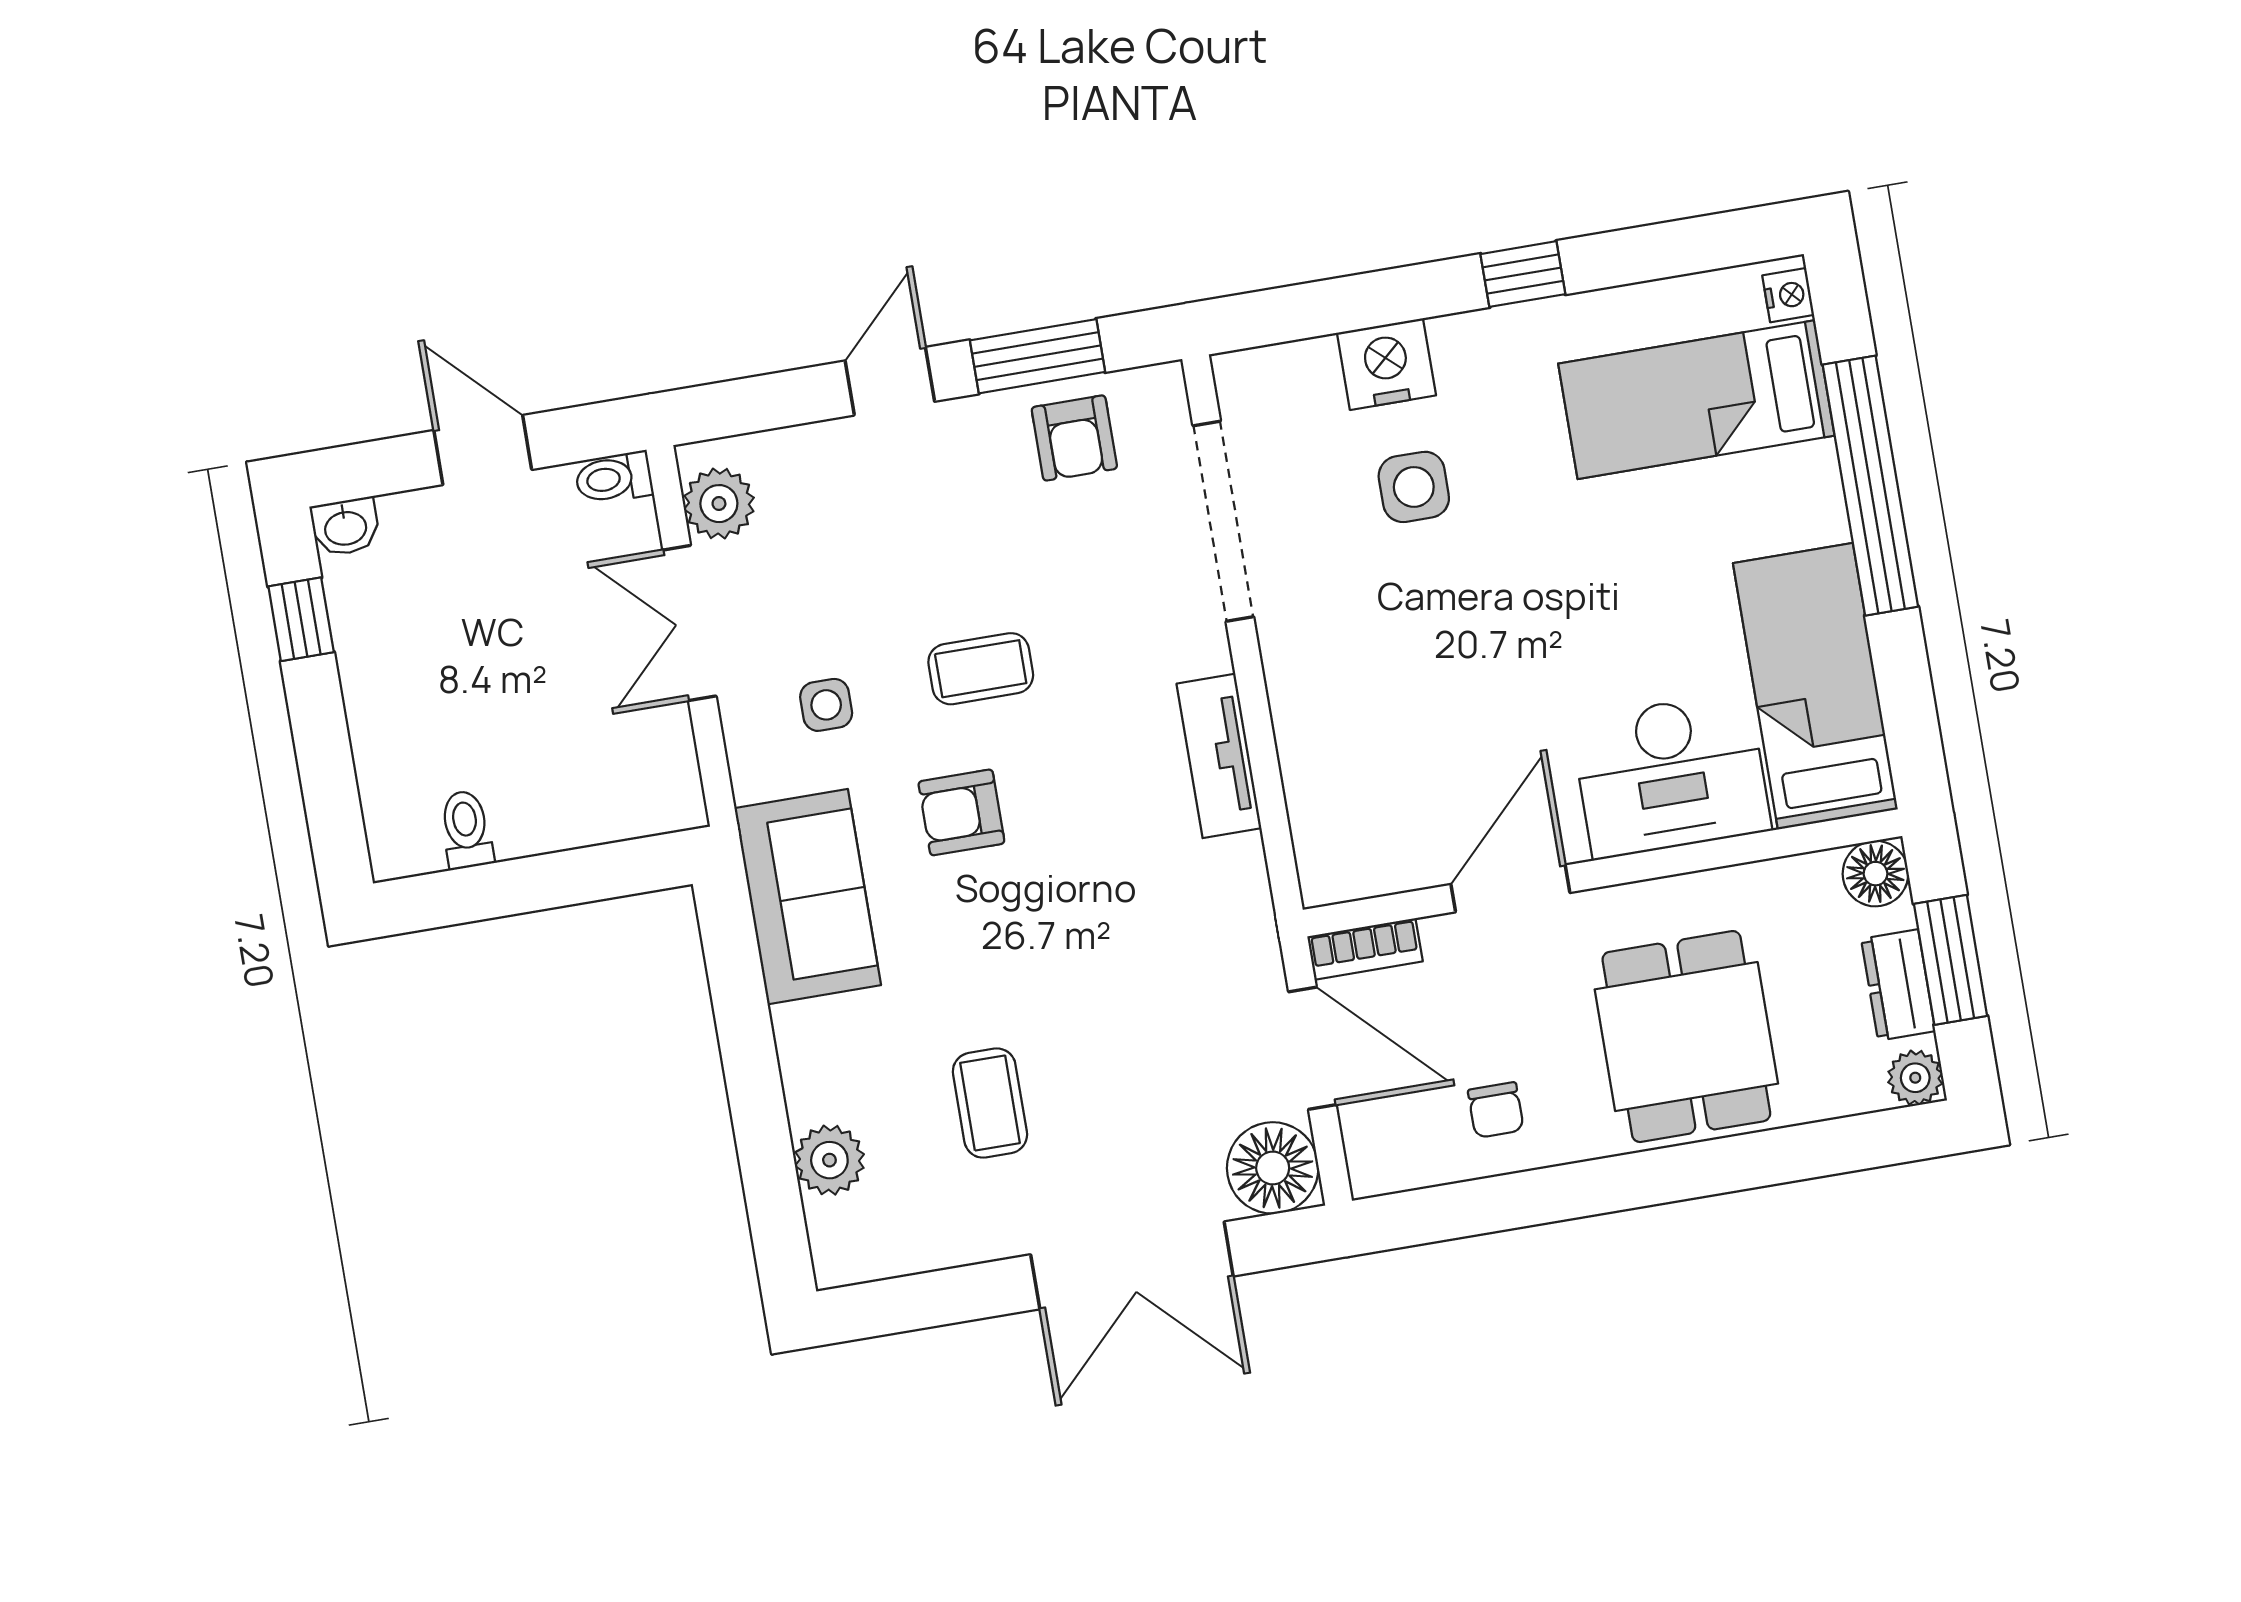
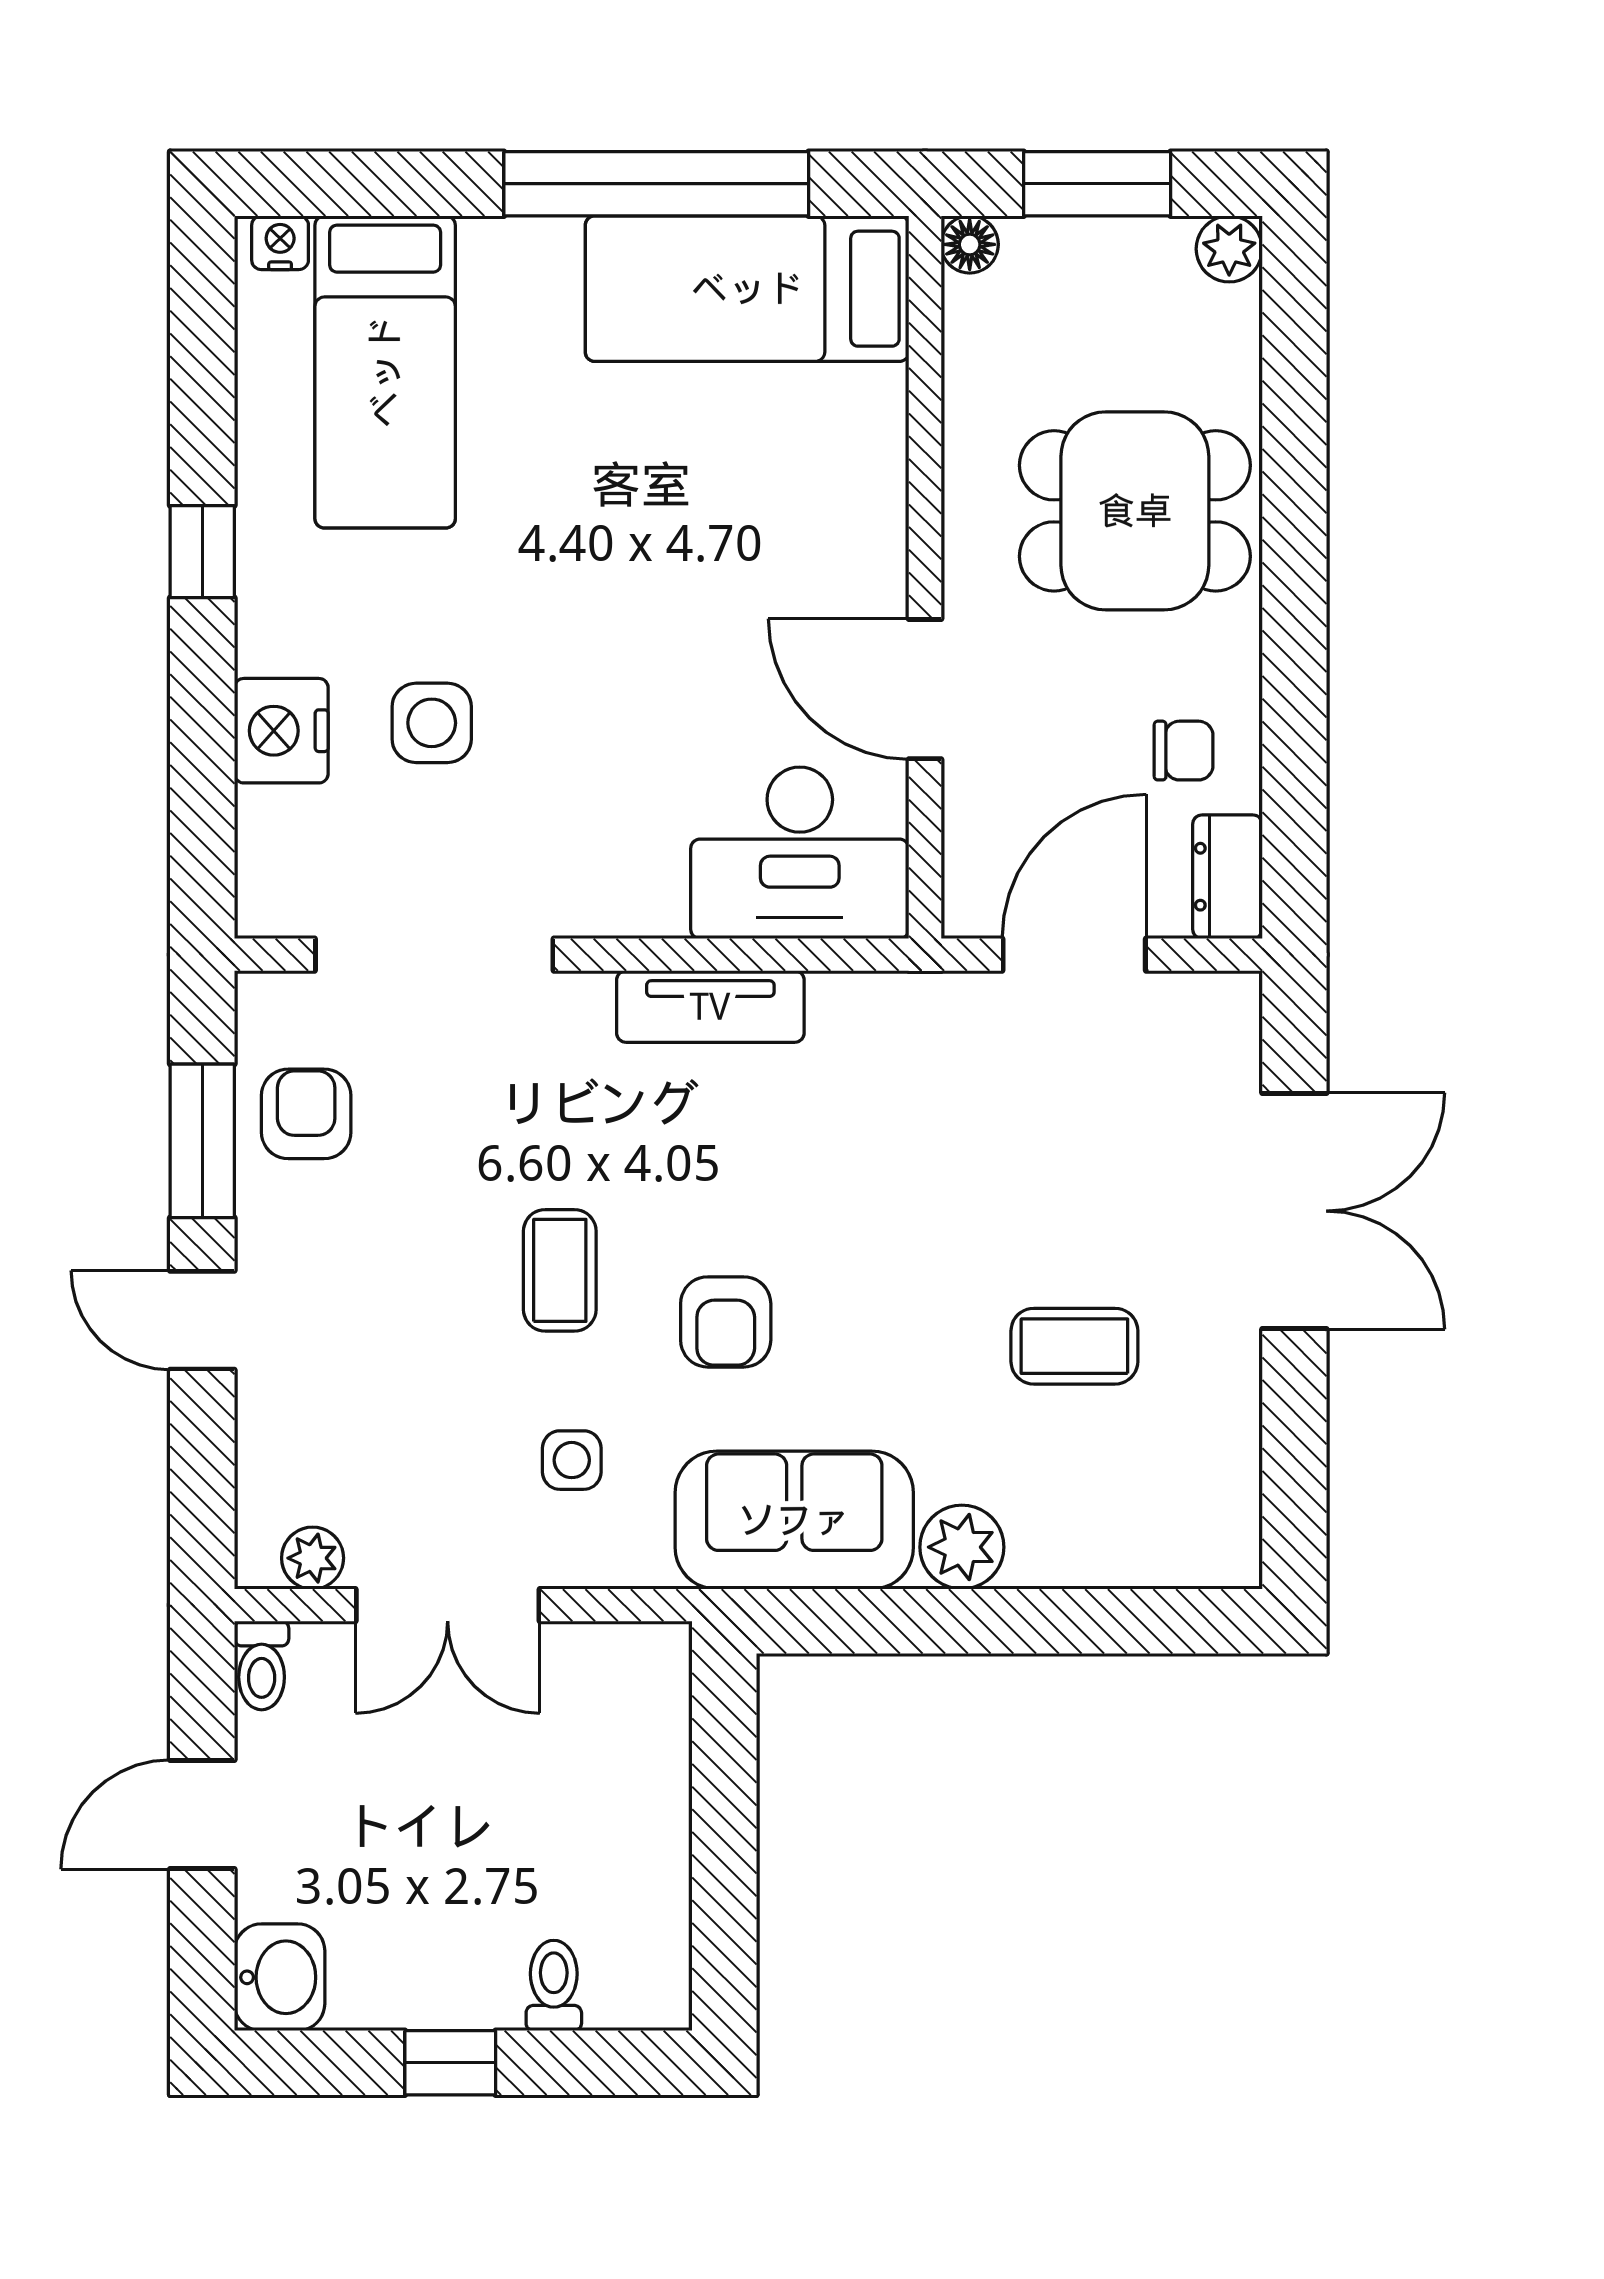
armchair: (1074, 438) -> (306, 1114), turned -90
window: (1870, 486) -> (656, 184), moved
plant: (719, 504) -> (313, 1558), width x0.73, depth x0.73
washbasin: (345, 527) -> (280, 1977), width x1.38, depth x1.45
window: (301, 619) -> (450, 2063), moved
desk: (1671, 775) -> (800, 853), moved, turned 90
toilet: (466, 829) -> (554, 1985), moved, turned 90
floor lamp: (1875, 874) -> (970, 244), width x0.73, depth x0.73
bookcase: (1365, 949) -> (967, 873), removed
dresser: (1898, 985) -> (1227, 877), moved, turned 90
plant: (829, 1160) -> (962, 1547), moved
floor lamp: (1273, 1168) -> (1207, 1025), removed

